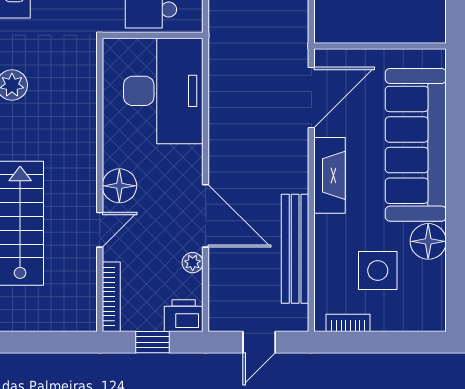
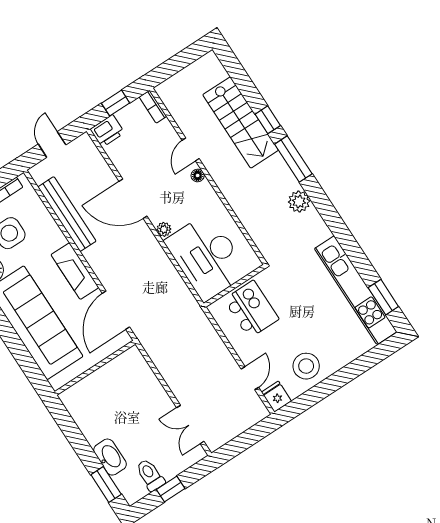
floor lamp: (119, 186) -> (198, 175), width x0.53, depth x0.53
plant: (193, 263) -> (164, 229), moved
bookcase: (111, 297) -> (153, 107), width x0.64

